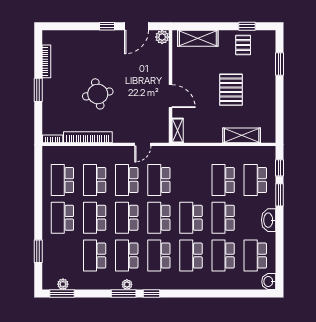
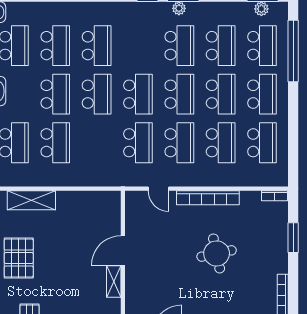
window: (38, 90) -> (293, 238), moved
pallet: (231, 90) -> (19, 258), moved
door: (171, 96) -> (123, 251), hinge flipped
shelving: (178, 130) -> (114, 282), moved
bookcase: (88, 137) -> (208, 198), moved
door: (143, 144) -> (159, 189), swing flipped
window: (38, 251) -> (293, 51), width x2.11
school desk: (159, 256) -> (262, 46), moved

